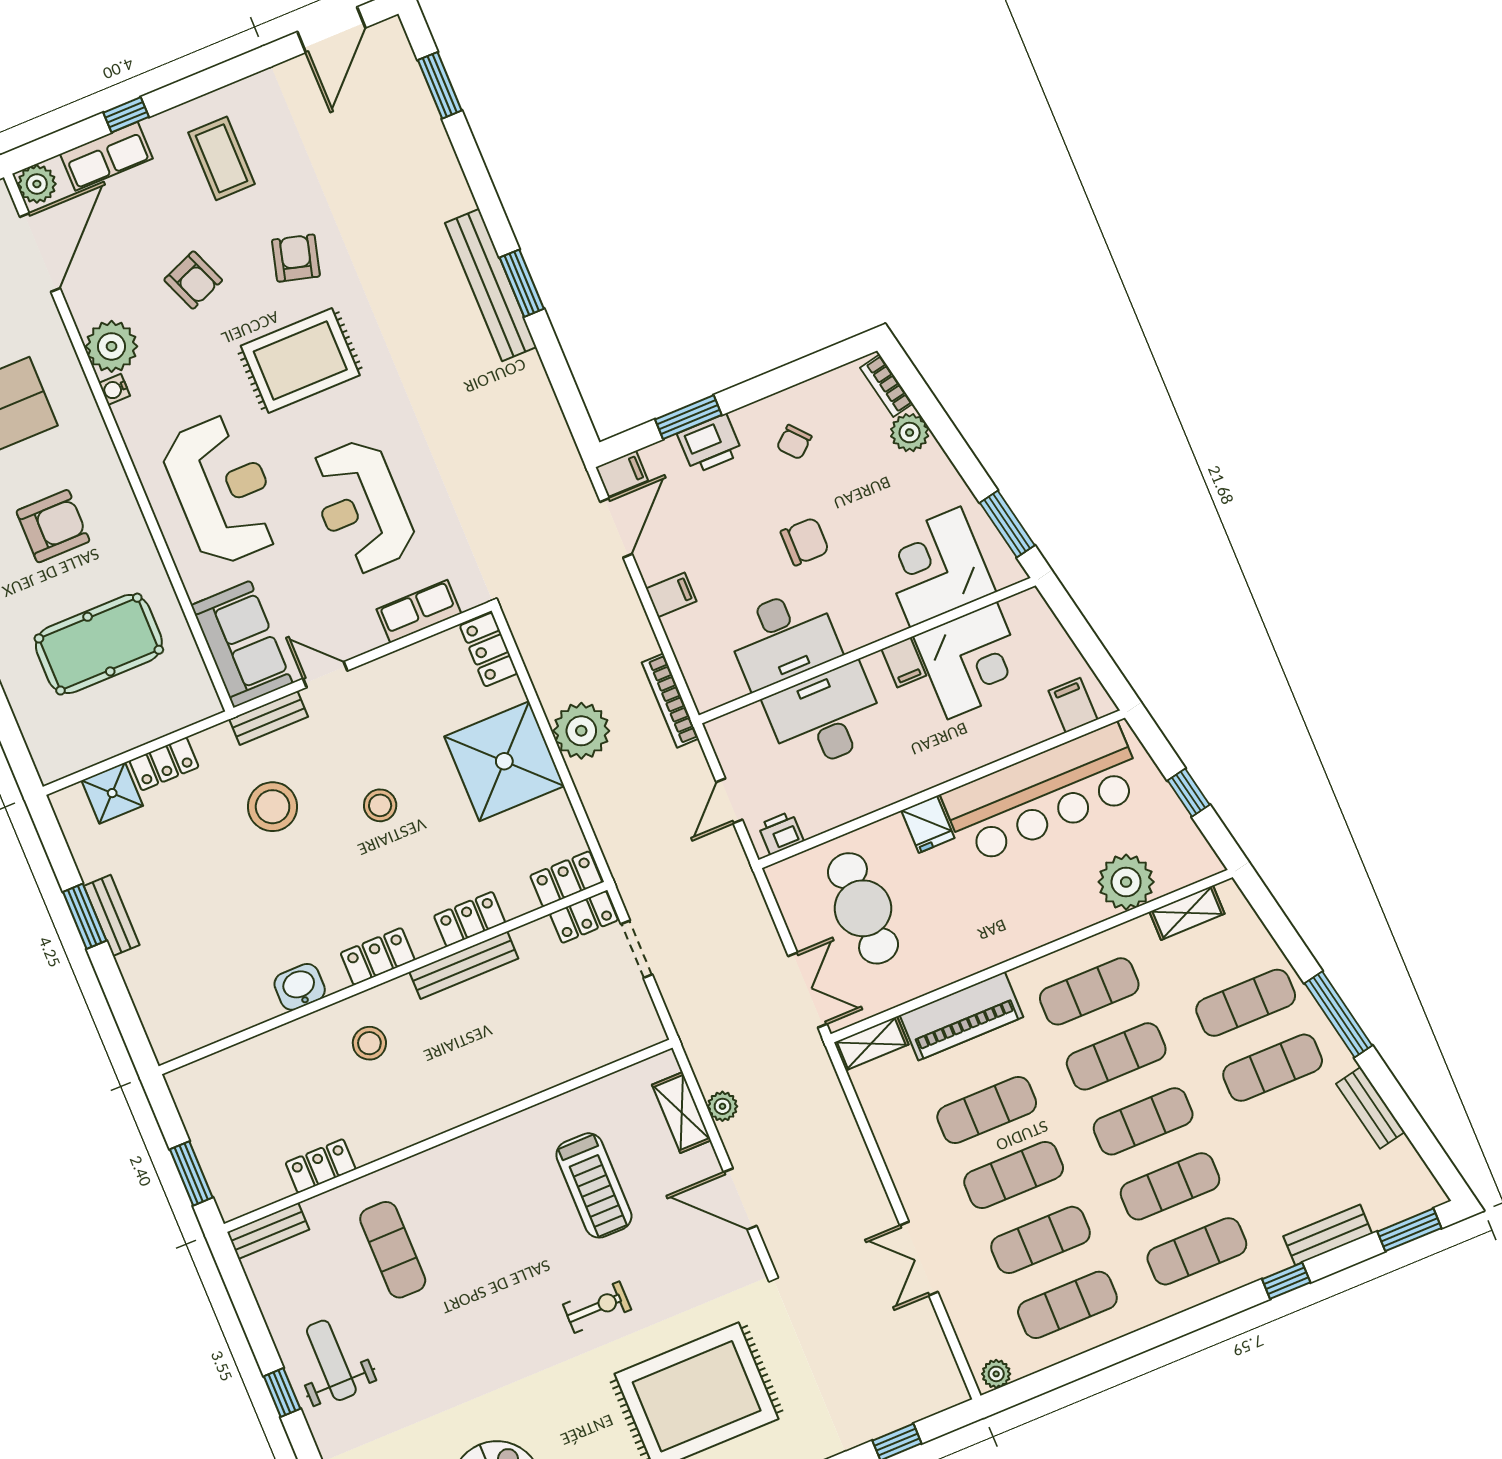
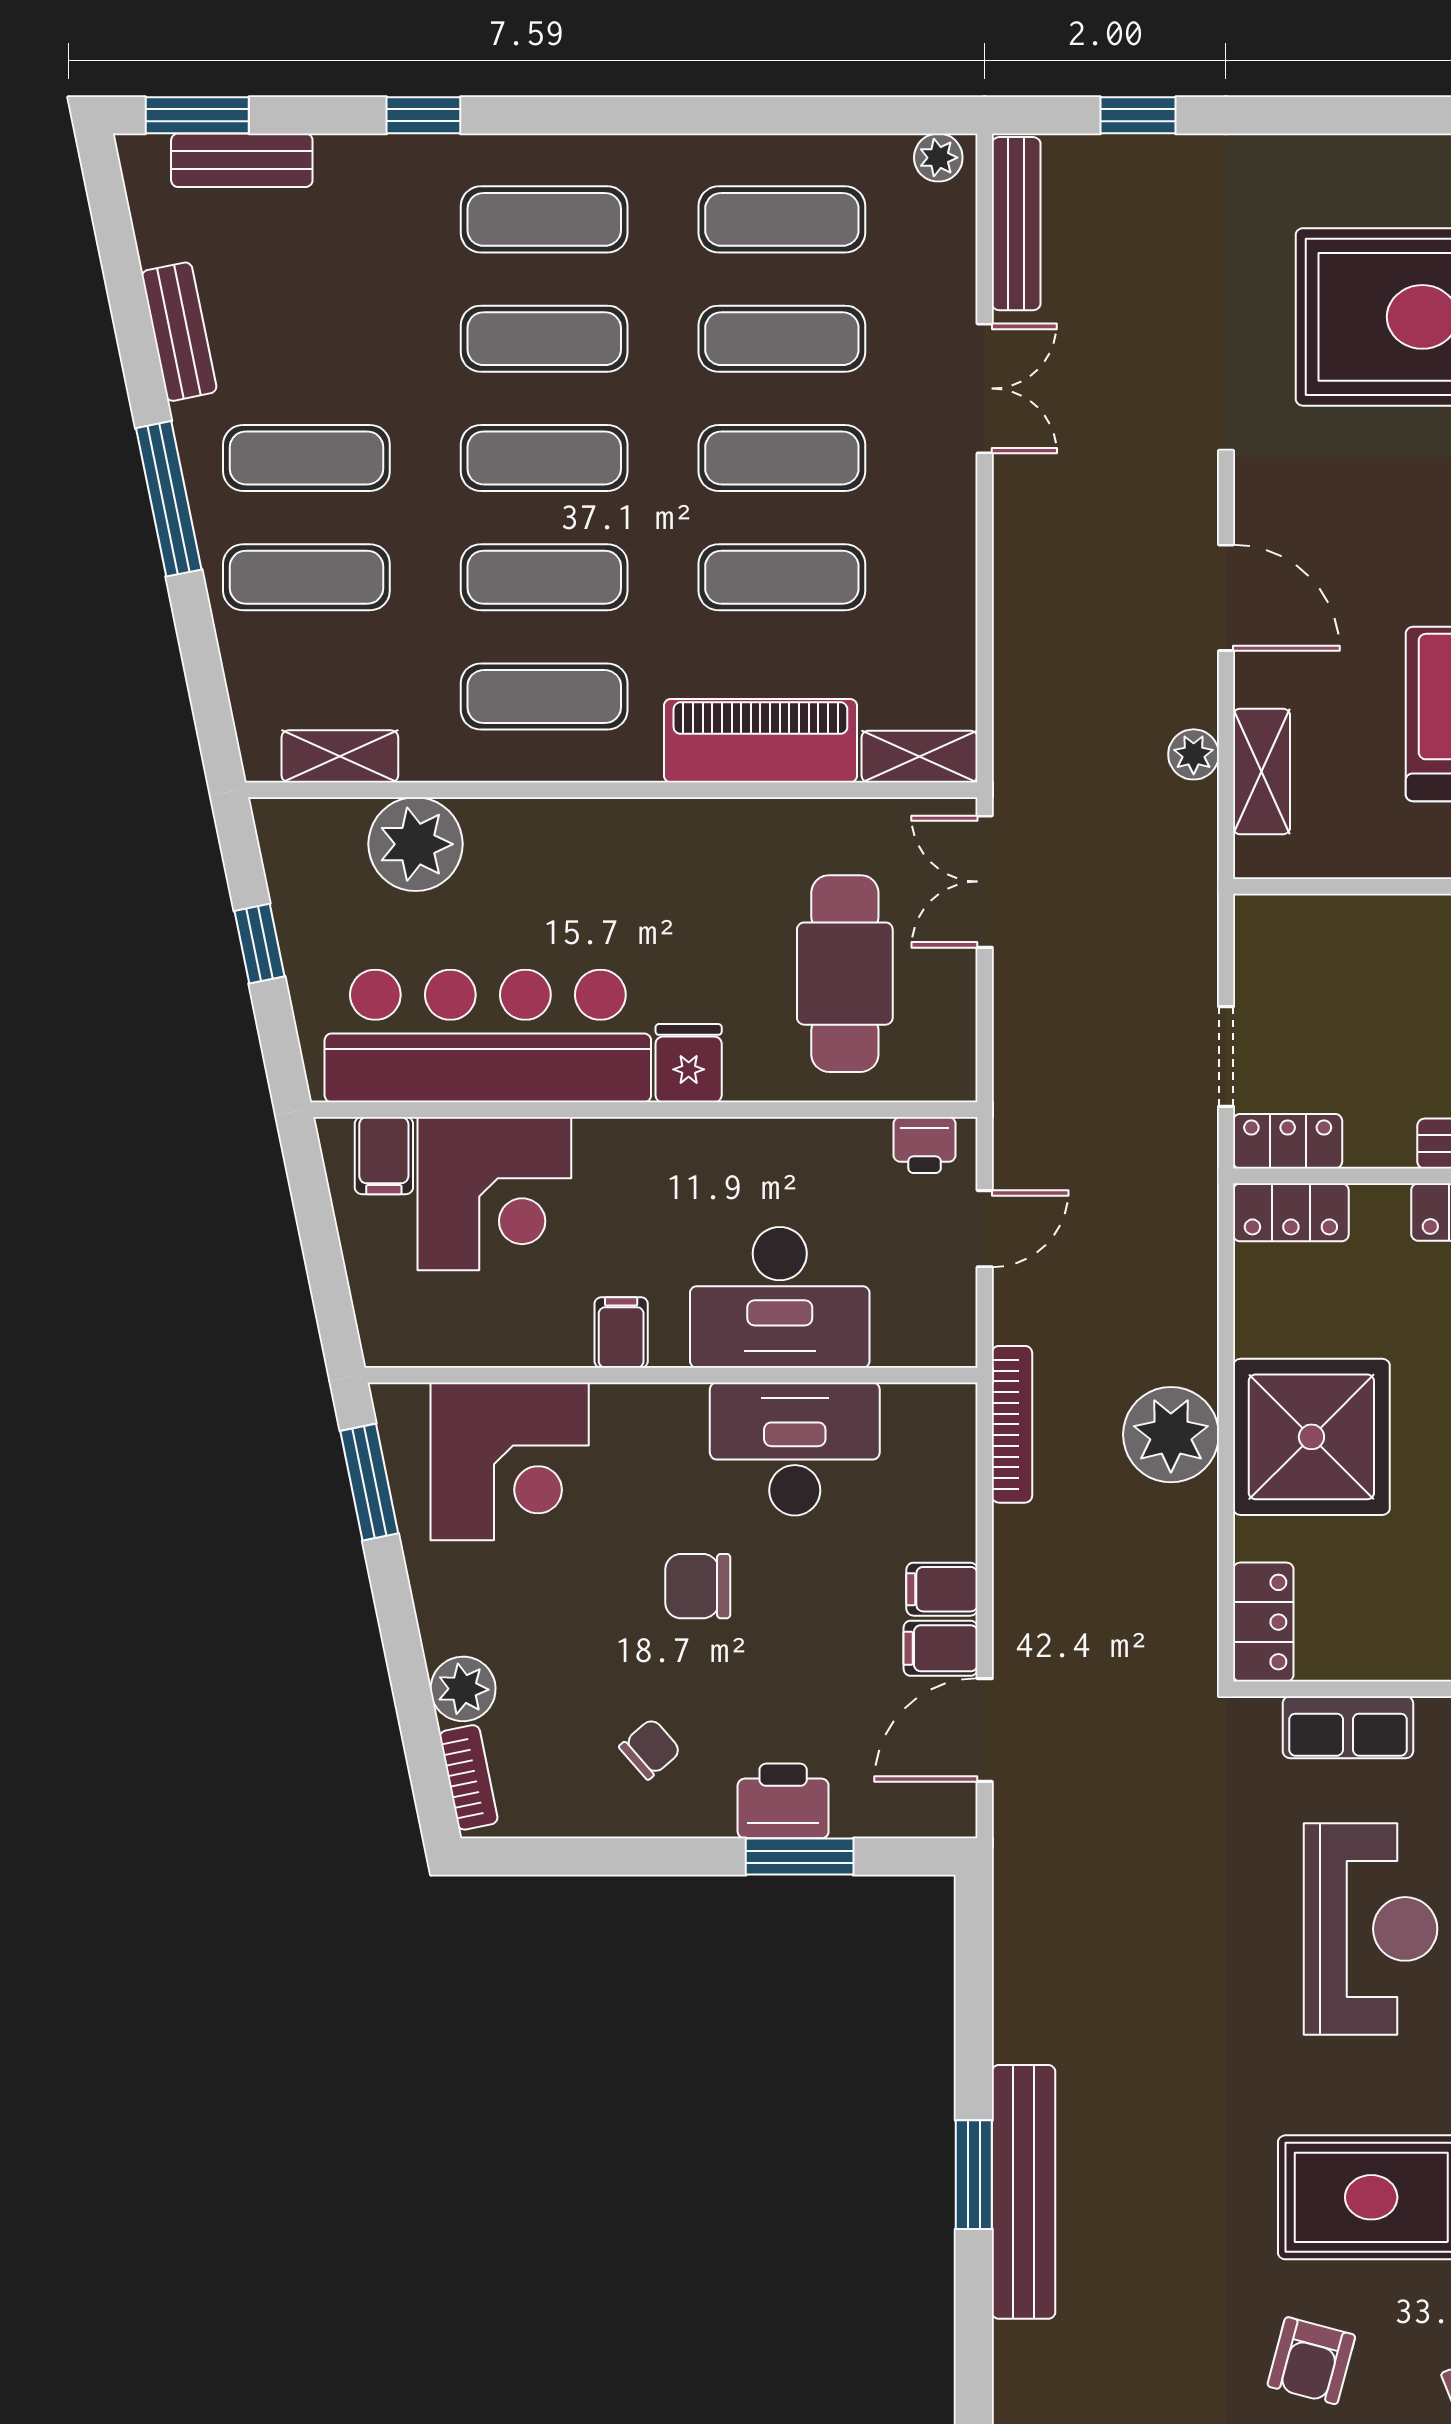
filing cabinet: (622, 474) -> (941, 1648), moved
corner desk: (972, 661) -> (494, 1194), moved, turned 180
bench: (1328, 1235) -> (242, 160), moved
bench: (939, 1355) -> (1016, 224), added

